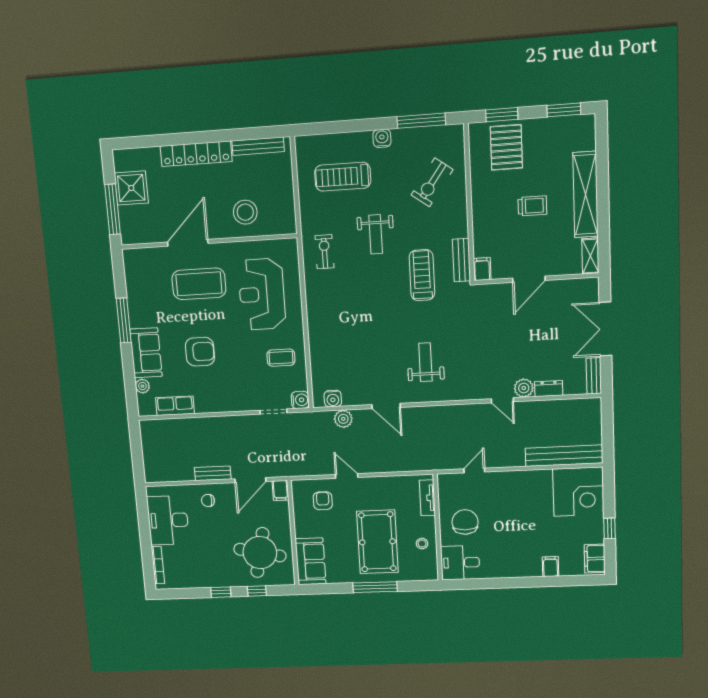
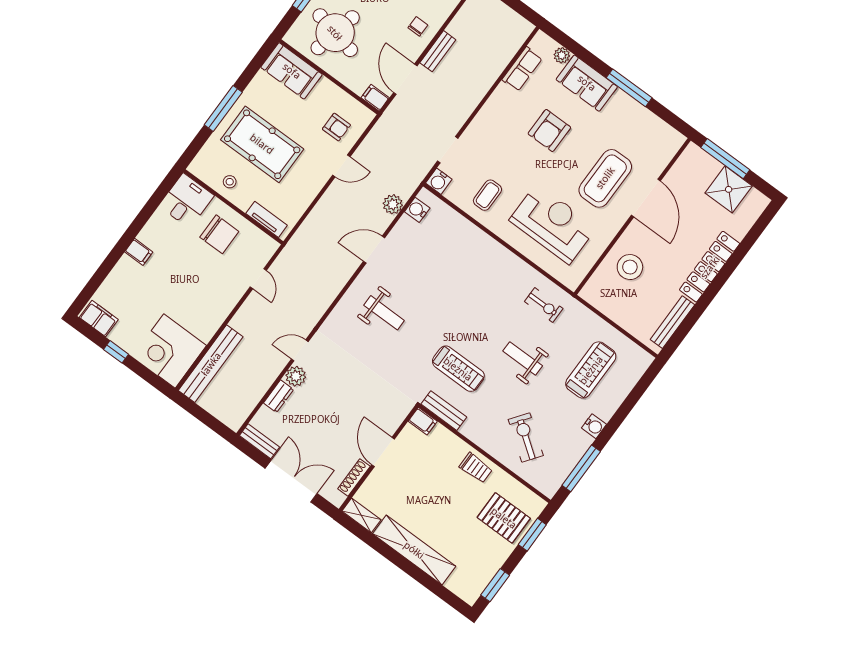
trolley: (532, 206) -> (476, 468), moved, turned -90
shoe rack: (566, 285) -> (354, 478), added
filing cabinet: (550, 567) -> (139, 252), moved

